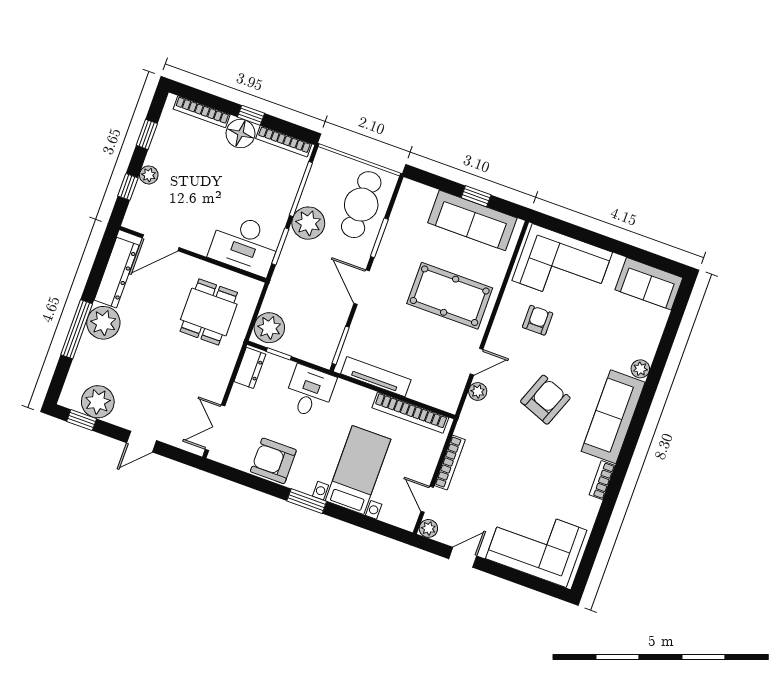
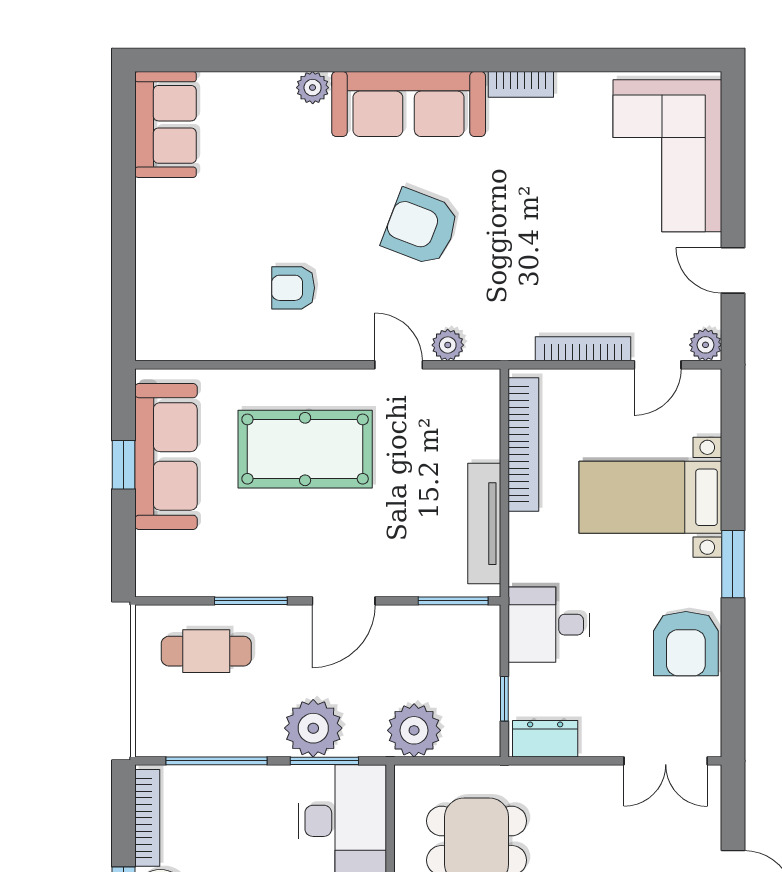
cafe table: (361, 205) -> (206, 651), width x0.73, depth x0.74
plant: (308, 223) -> (313, 728), moved
corner sofa: (562, 266) -> (189, 279), removed
pool table: (450, 296) -> (305, 449), turned 90
plant: (269, 328) -> (414, 730), moved

